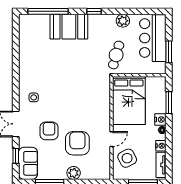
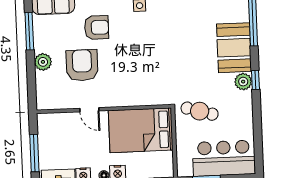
plant: (123, 21) -> (243, 82), moved
armchair: (77, 143) -> (82, 65), turned -90
side table: (127, 158) -> (65, 131), removed

